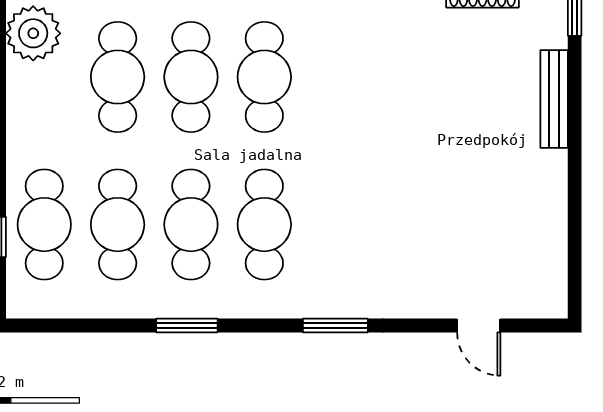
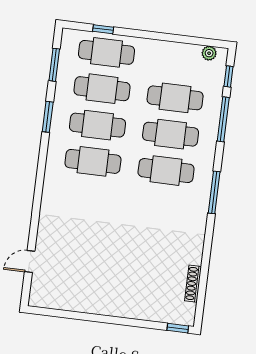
plant: (33, 33) -> (209, 53), width x0.53, depth x0.53
bench: (554, 99) -> (137, 313), removed
window: (335, 325) -> (54, 65), moved

